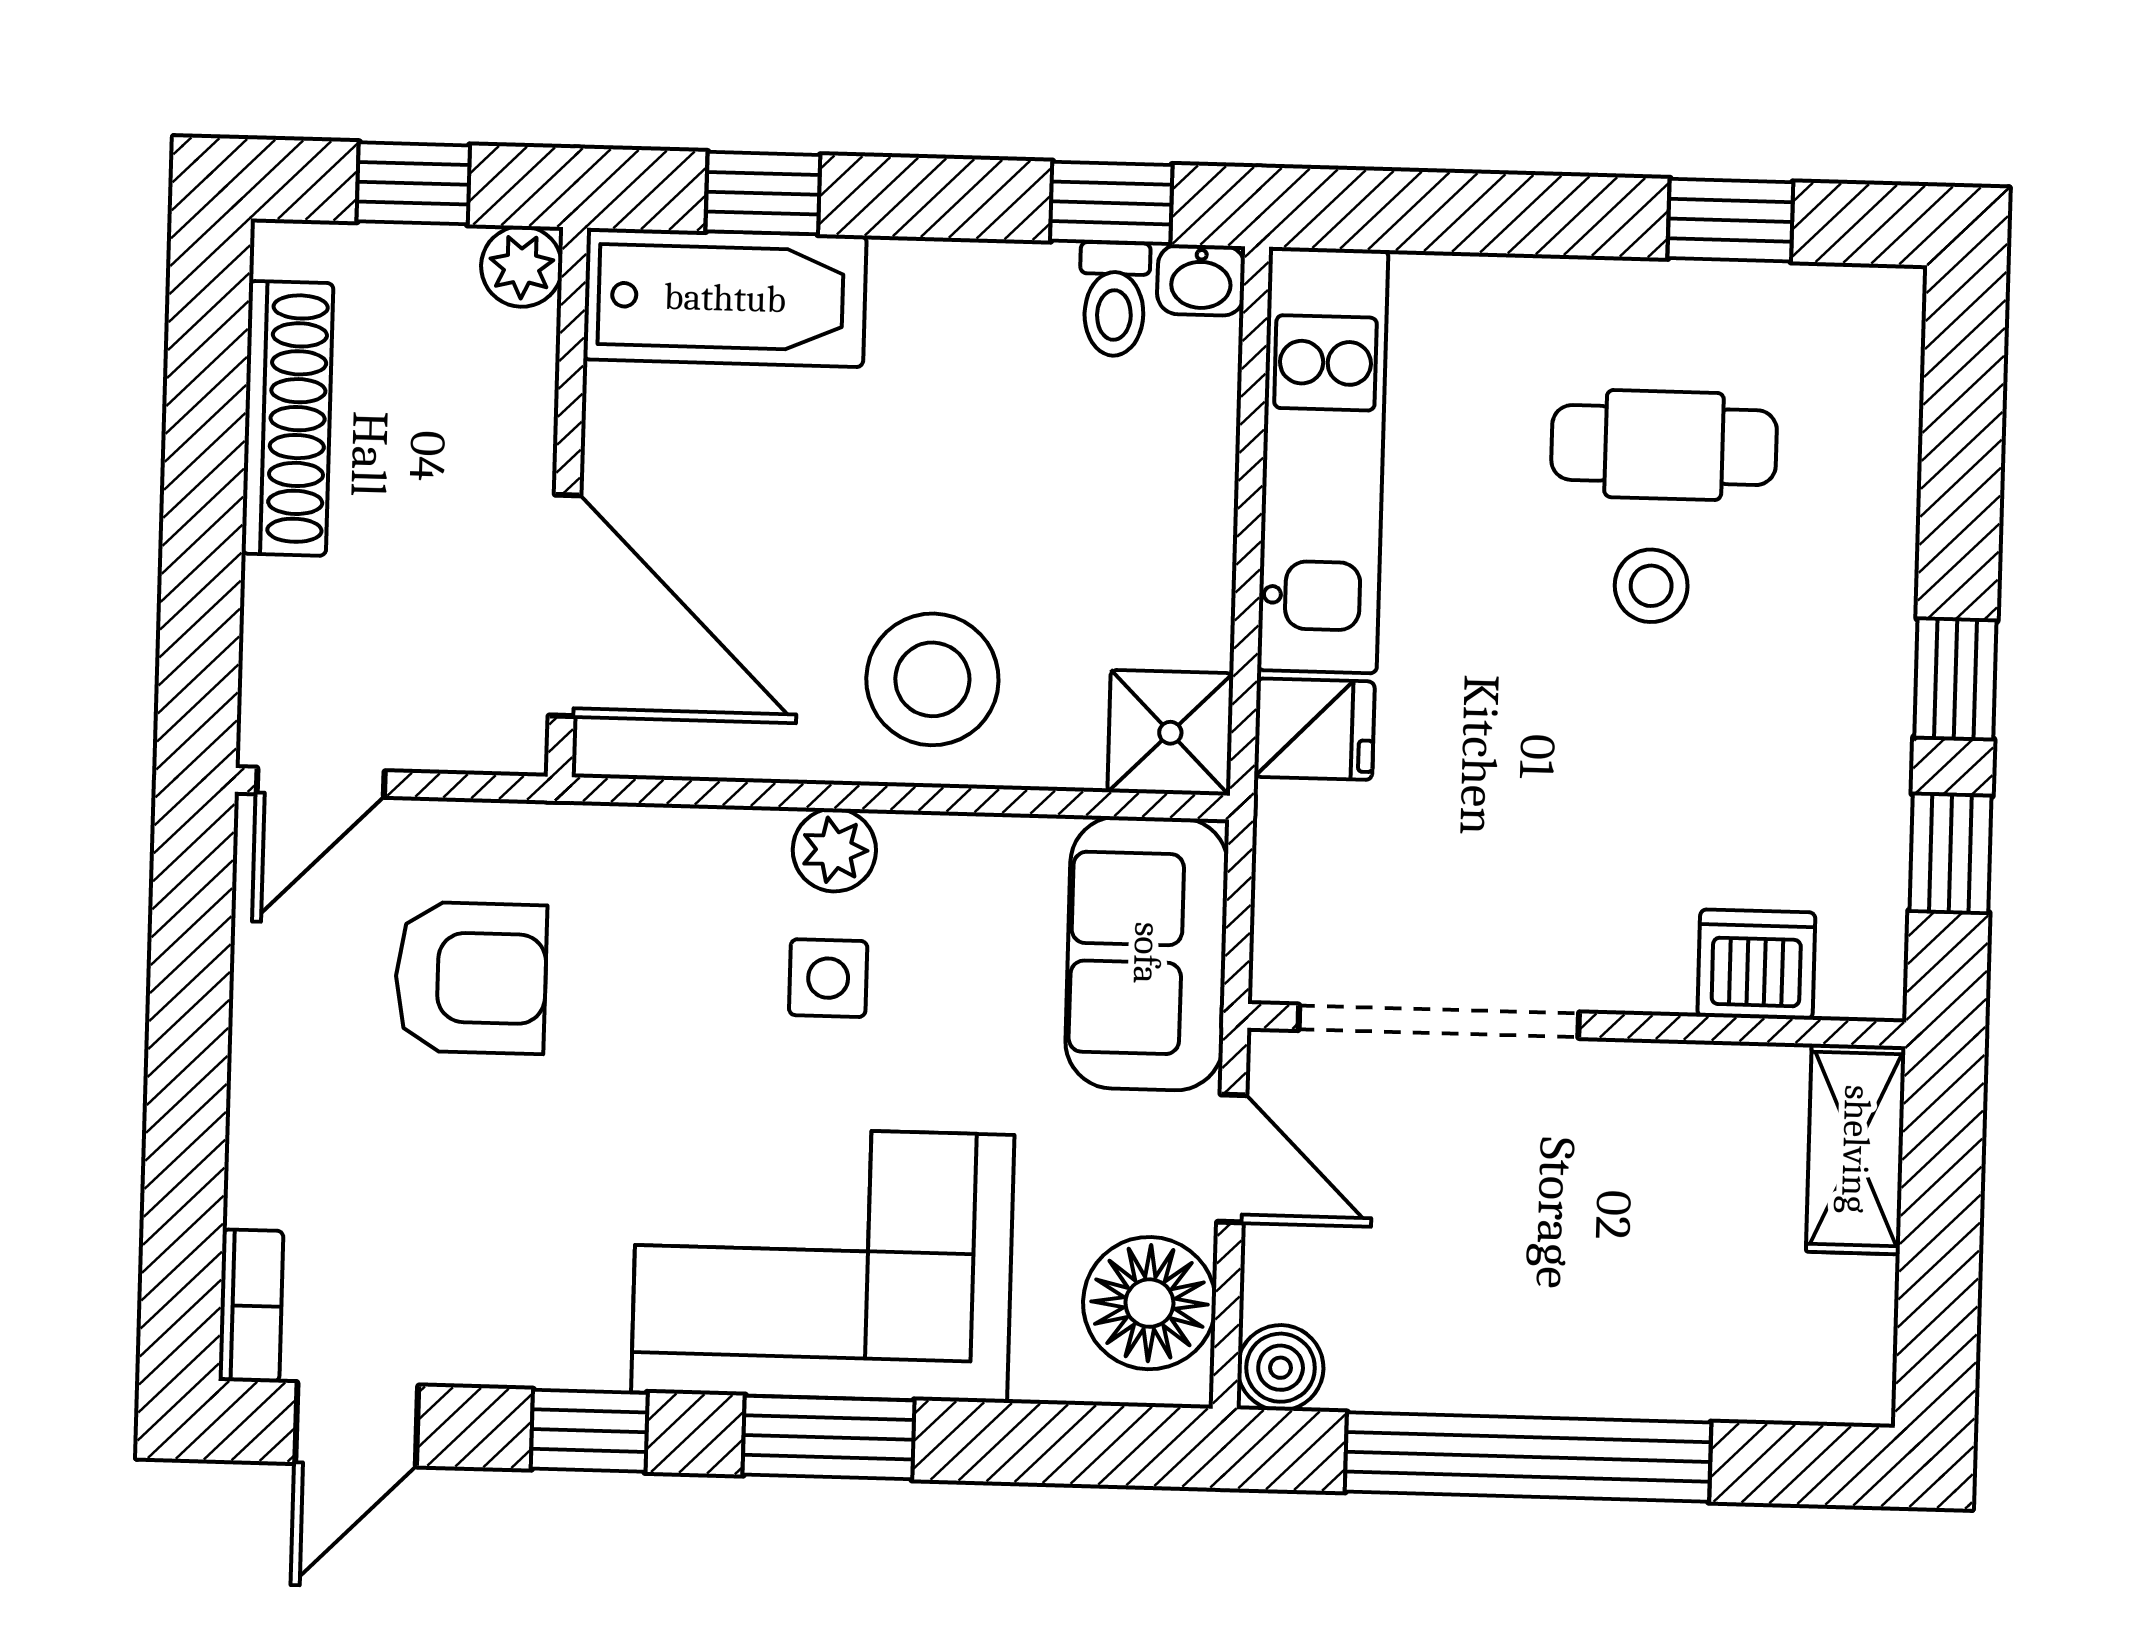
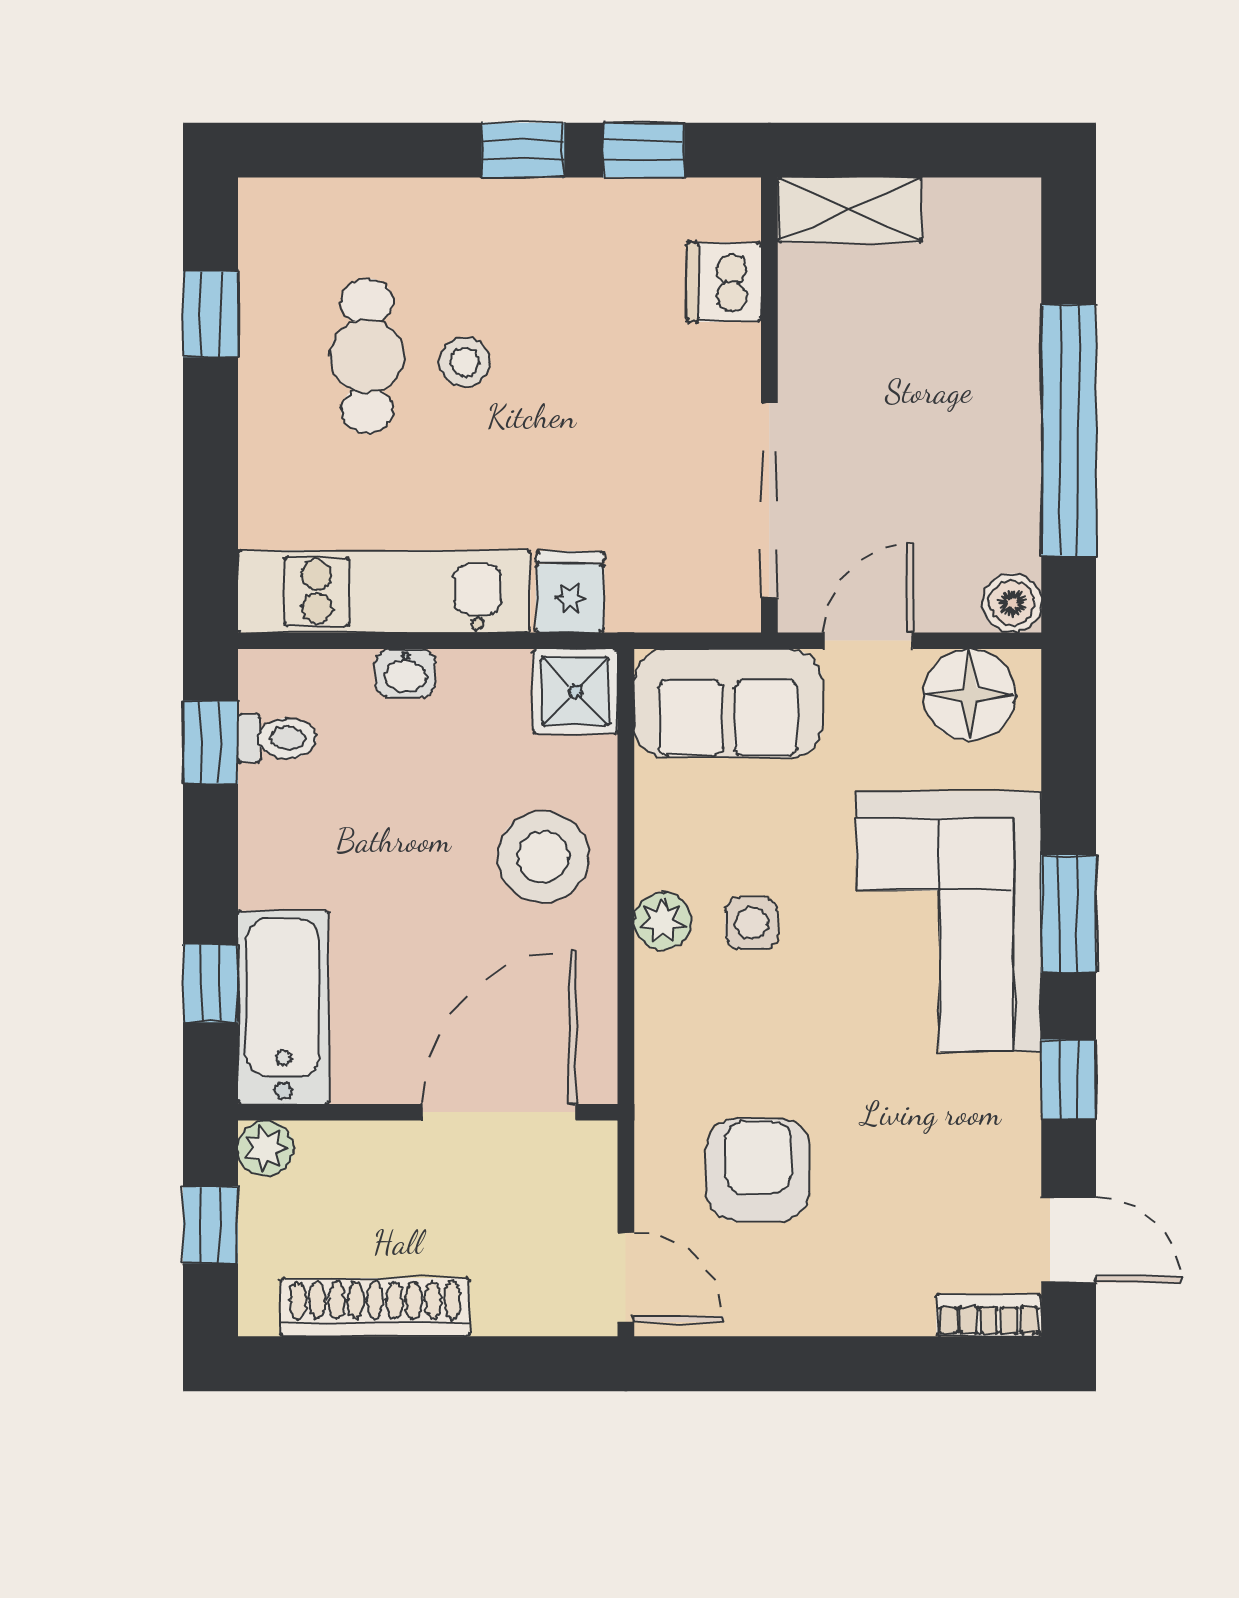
washbasin: (1201, 280) -> (405, 673), moved, turned 90

